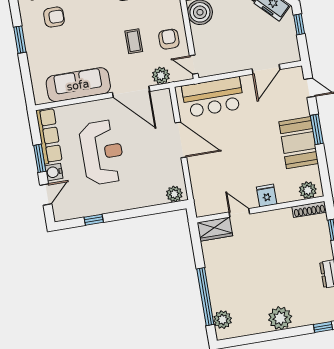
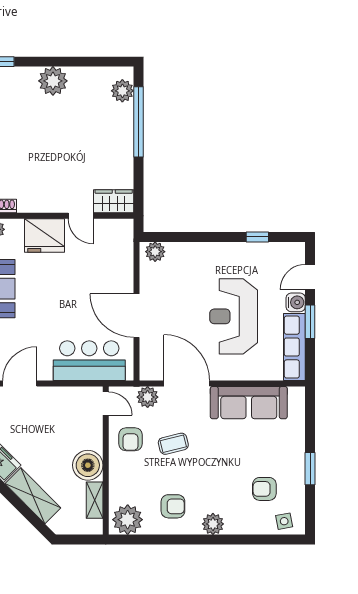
coffee table: (134, 41) -> (173, 444), turned 76
fridge: (267, 196) -> (44, 236), width x1.88, depth x1.34

